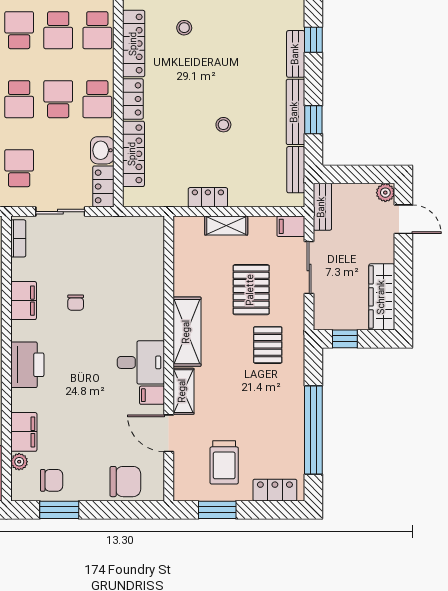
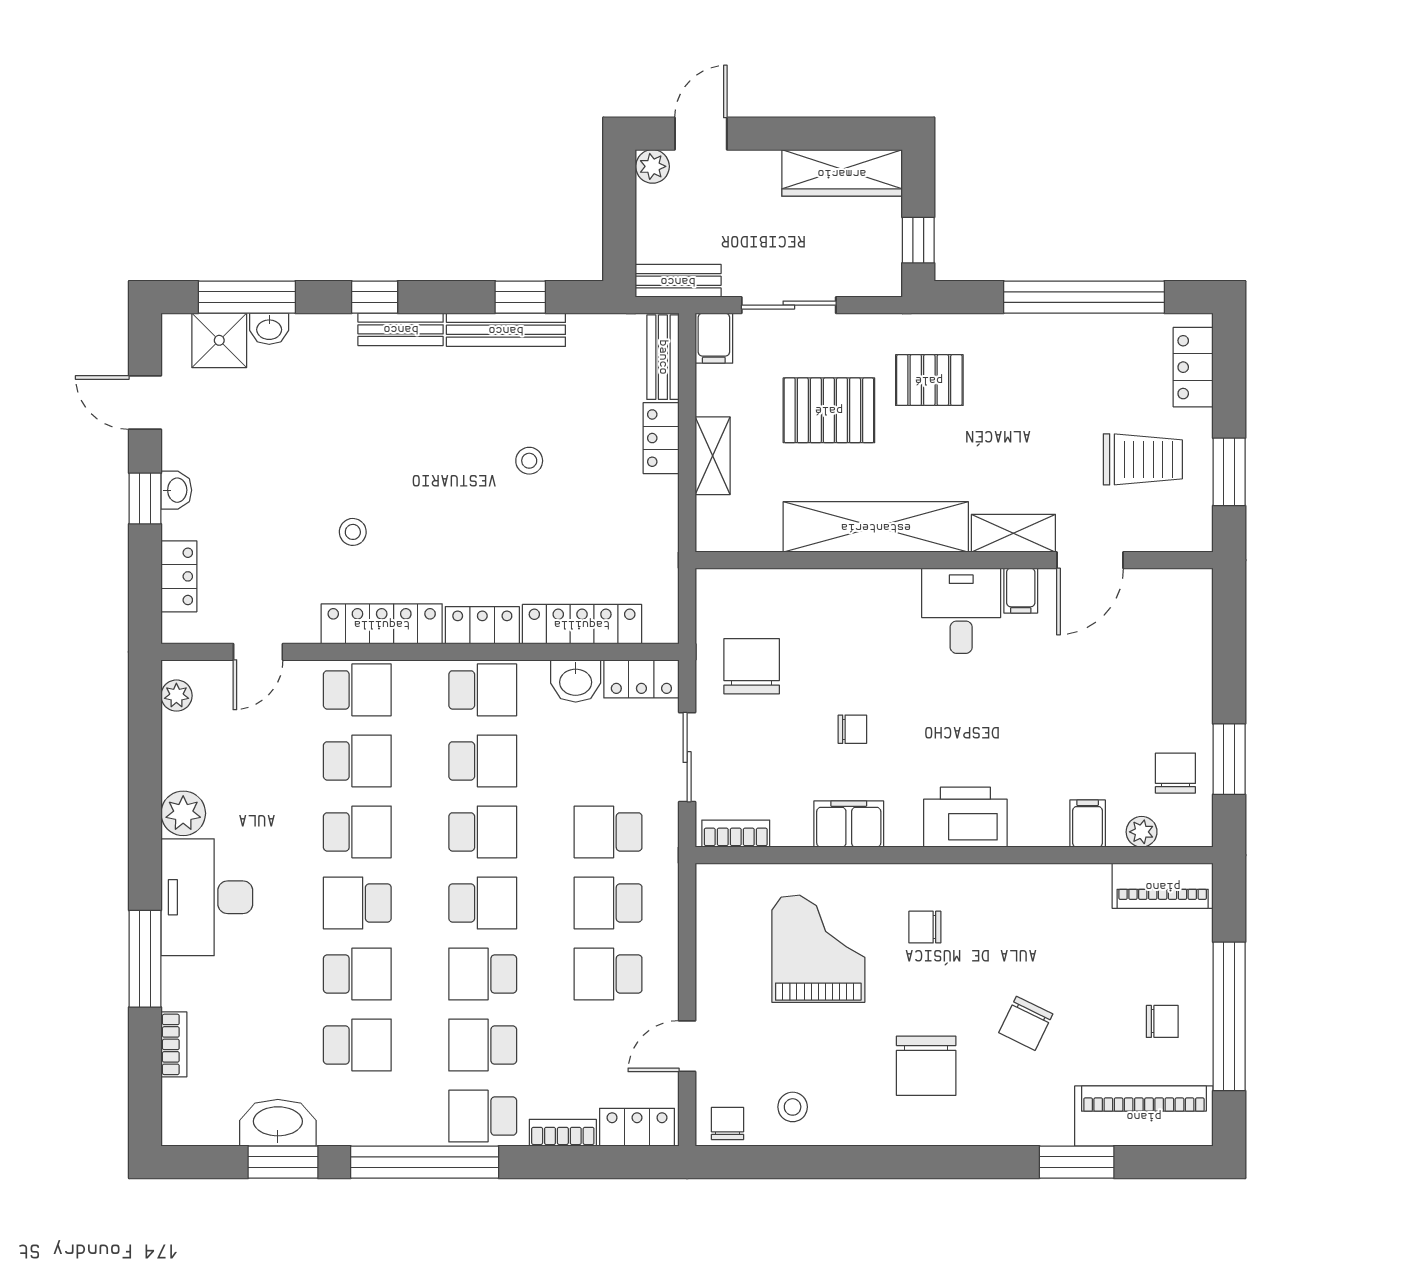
school desk: (19, 30) -> (357, 832), turned 180
school desk: (58, 99) -> (483, 761), turned 180
bench: (296, 170) -> (663, 357), moved, turned 90
locker: (208, 197) -> (661, 438), moved
shelving: (187, 332) -> (876, 527), width x1.47
filing cabinet: (24, 432) -> (1088, 824), width x0.50
chair: (125, 482) -> (752, 666), moved

